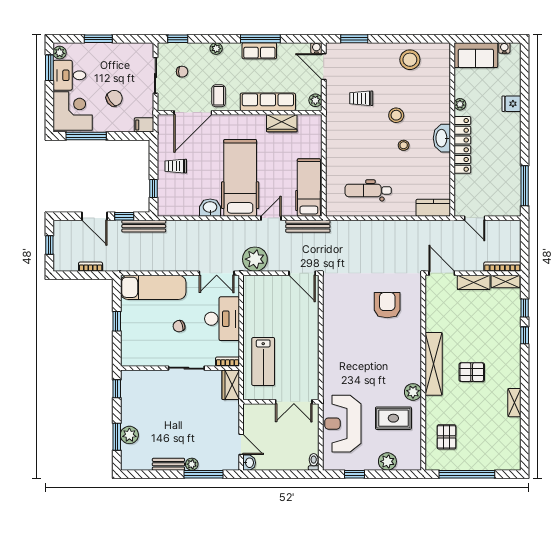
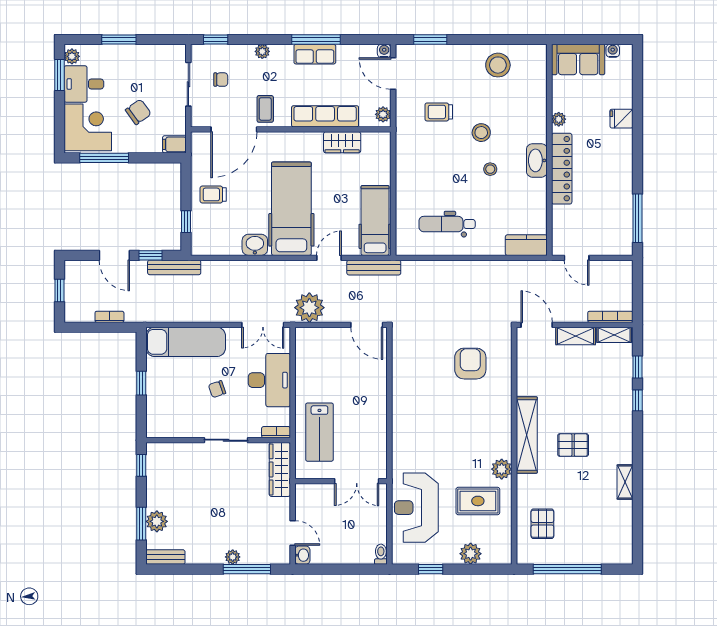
wardrobe: (231, 385) -> (280, 469), width x1.50
bench: (168, 464) -> (165, 557), moved

